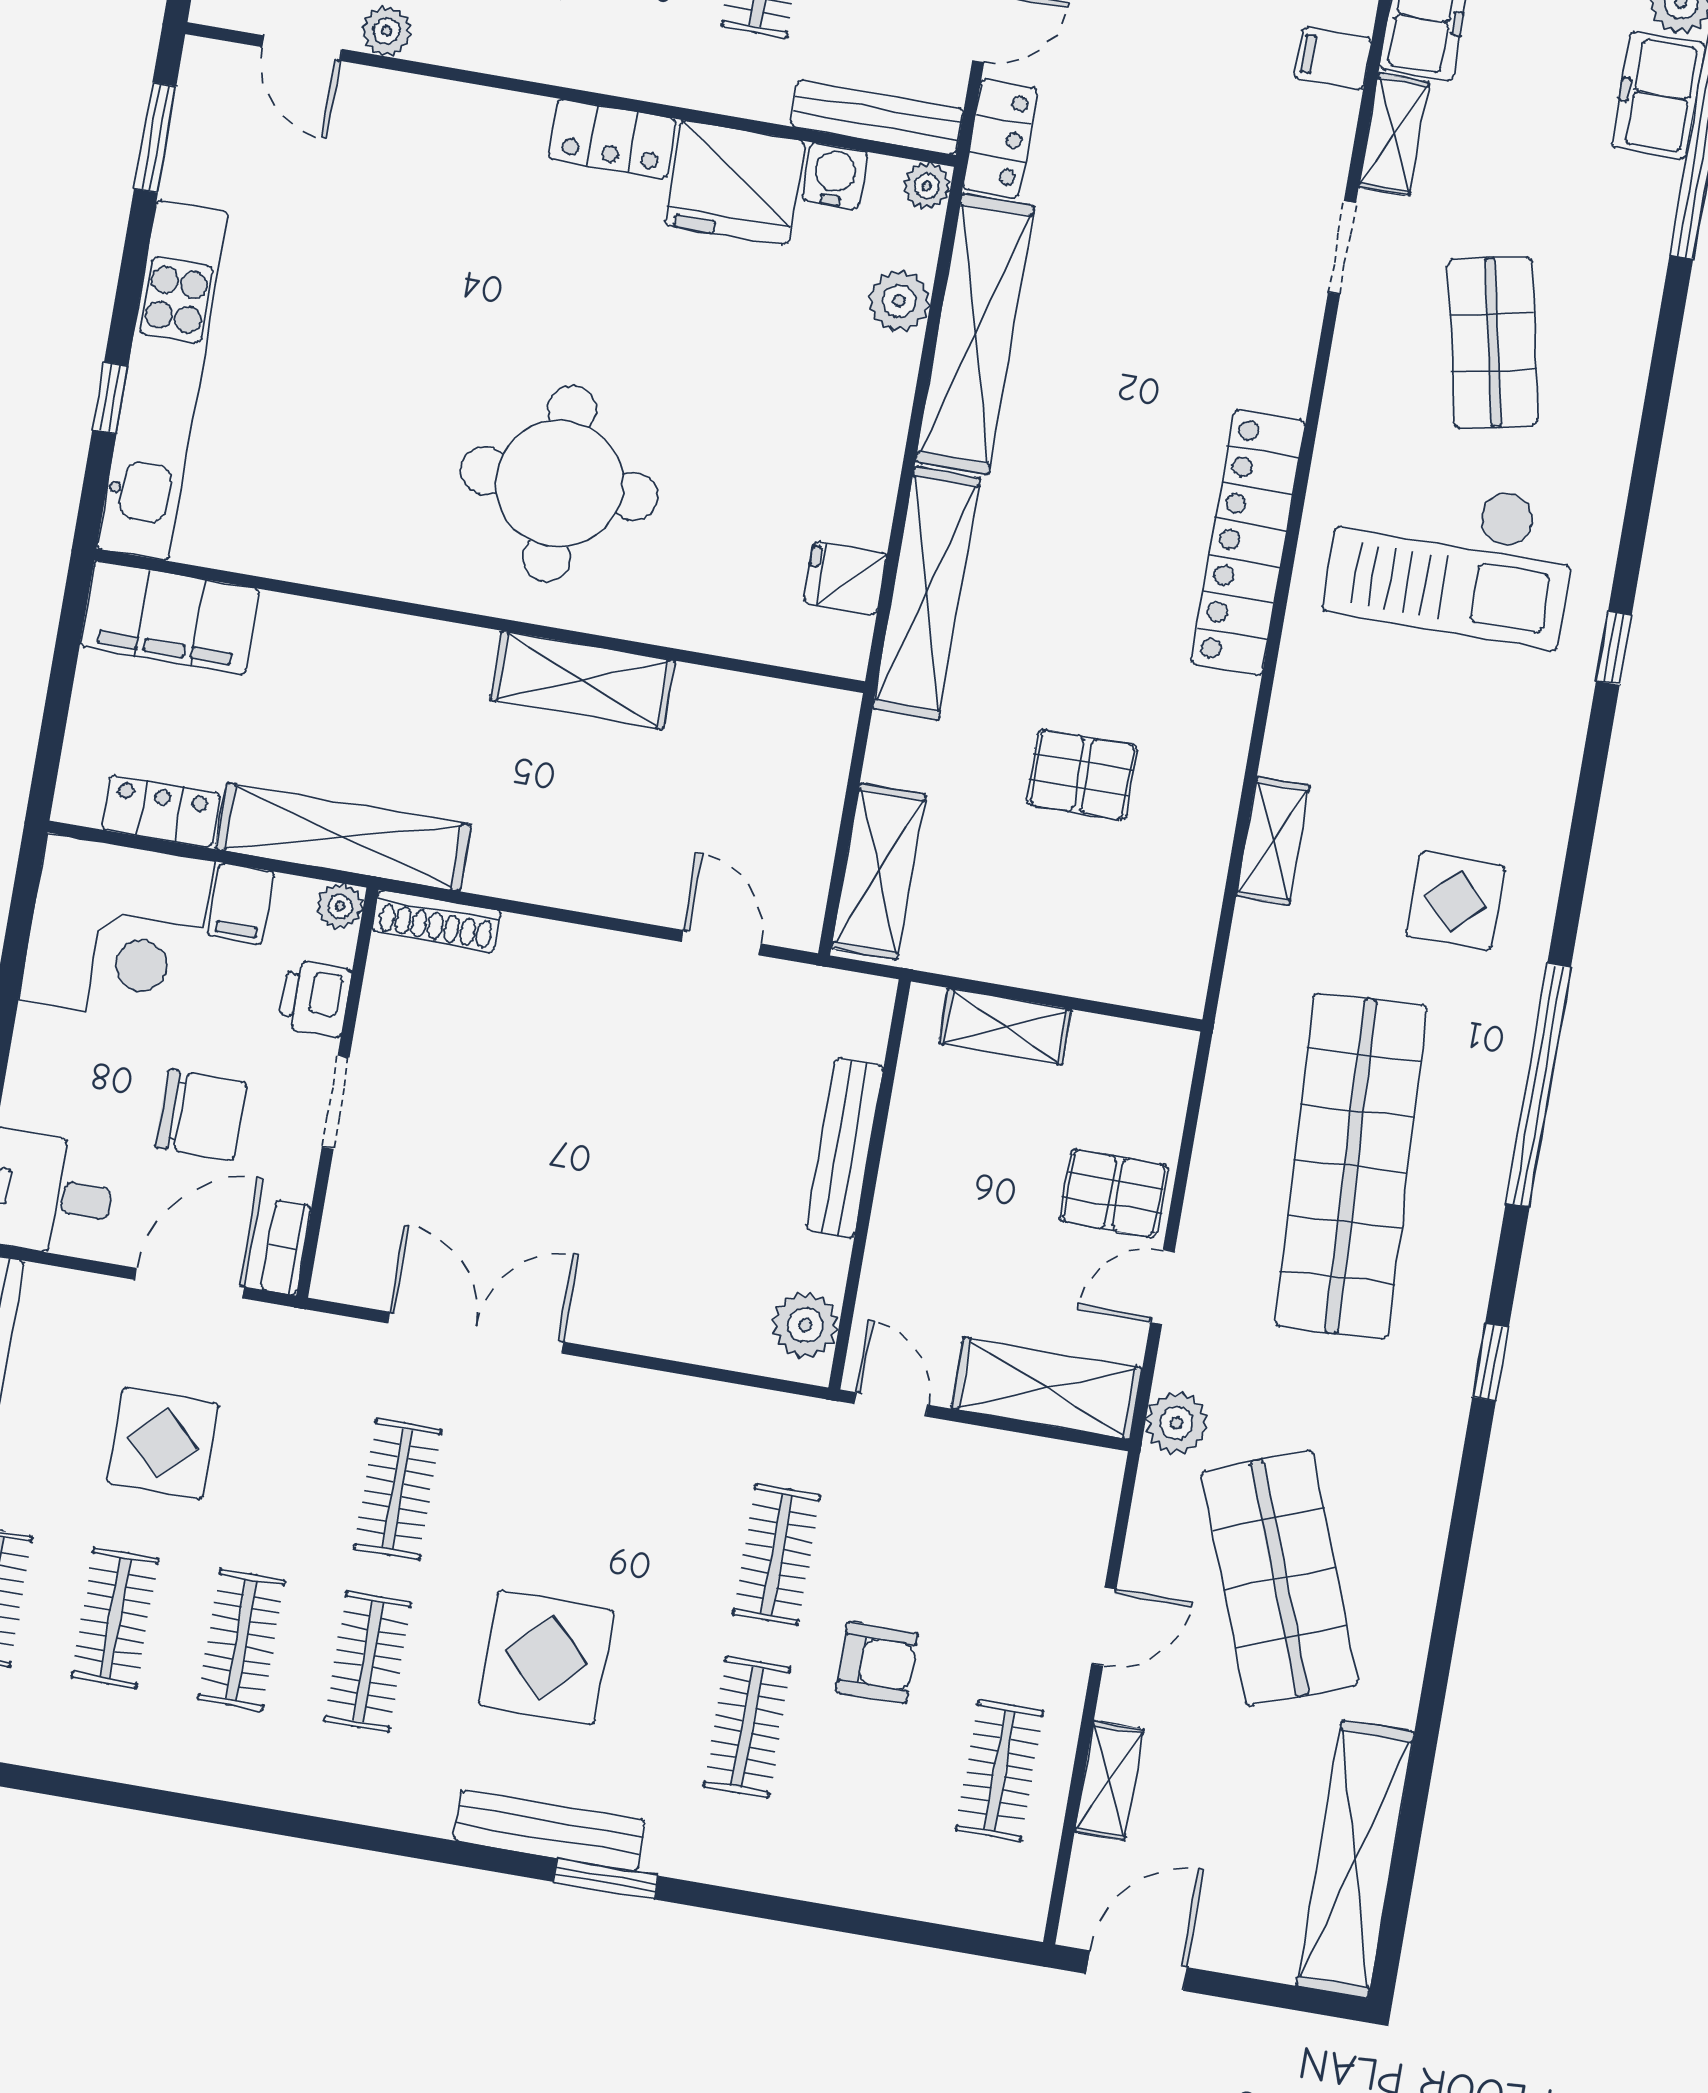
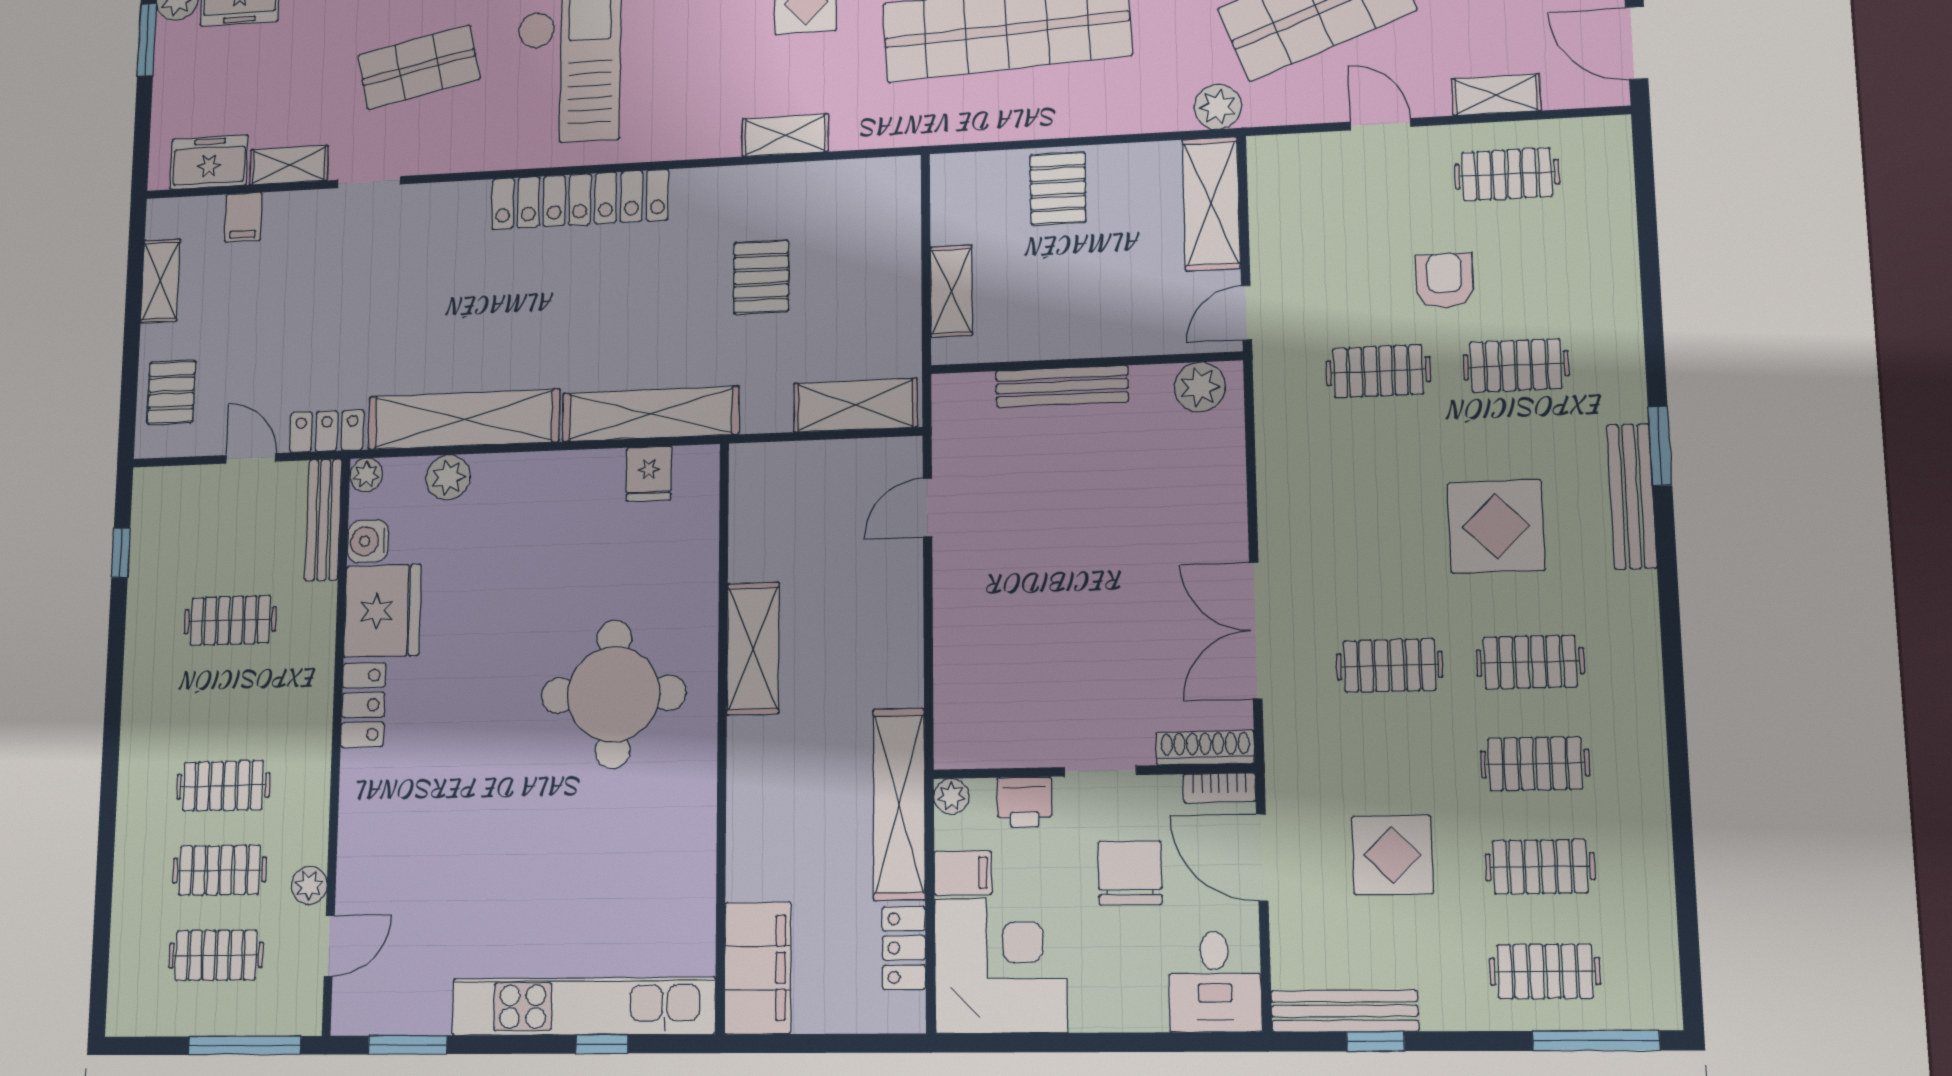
shoe rack: (436, 921) -> (1205, 748), moved, turned -90
door: (1162, 1287) -> (1120, 139), removed

